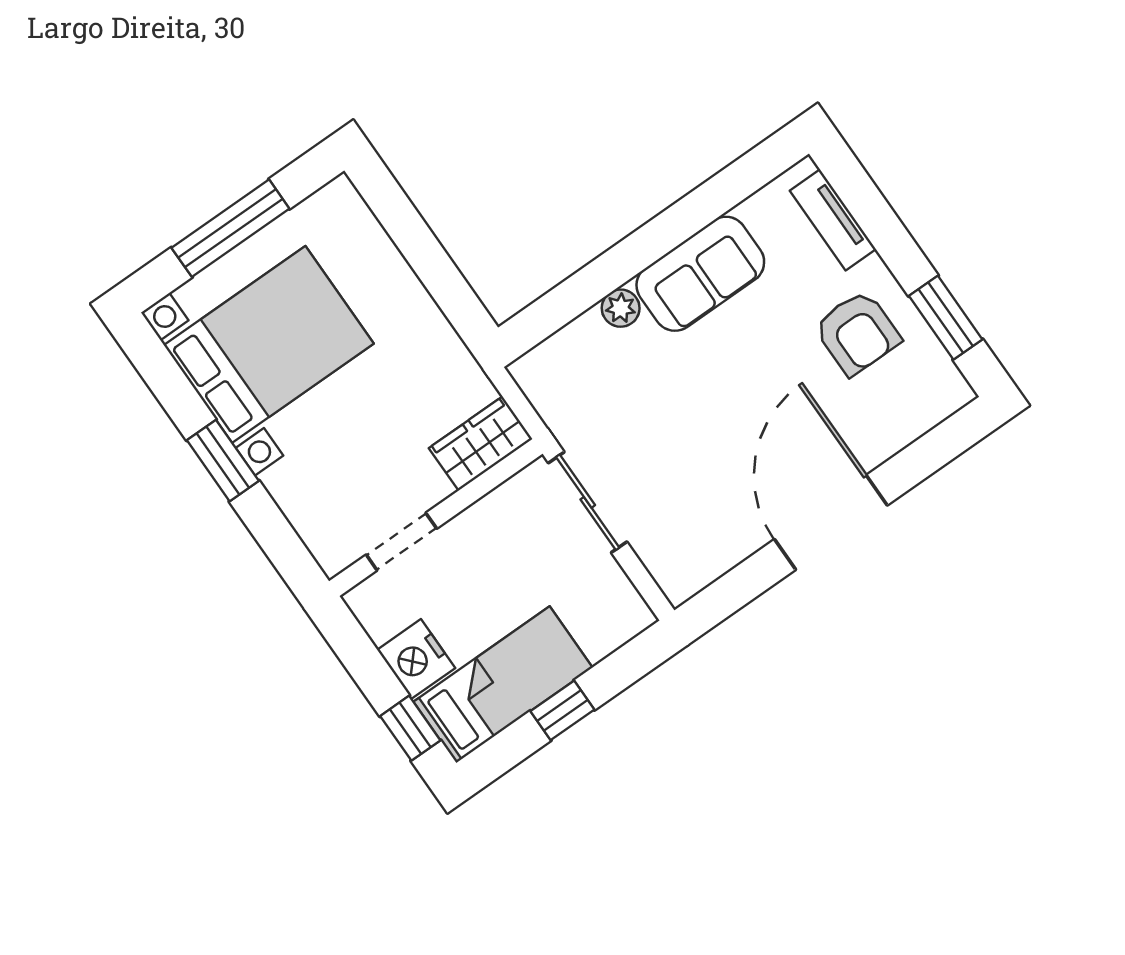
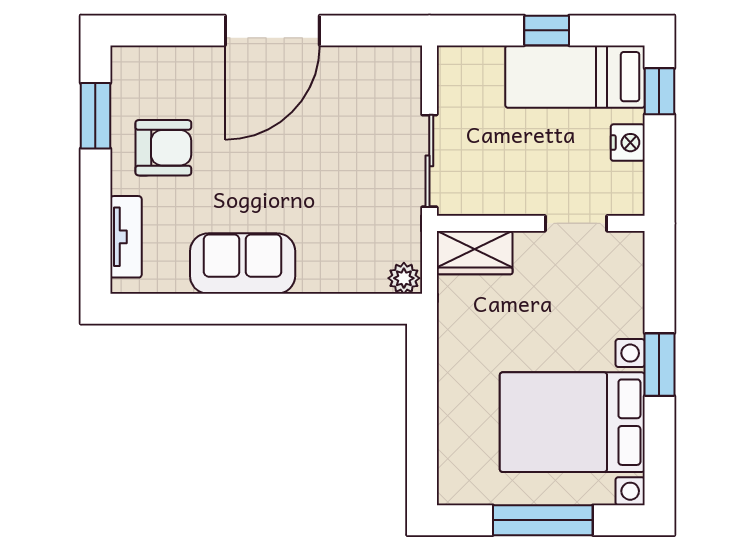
plant: (621, 308) -> (404, 278), moved
armchair: (857, 333) -> (163, 148), turned 90
nightstand: (416, 659) -> (628, 143), width x0.74, depth x0.75

